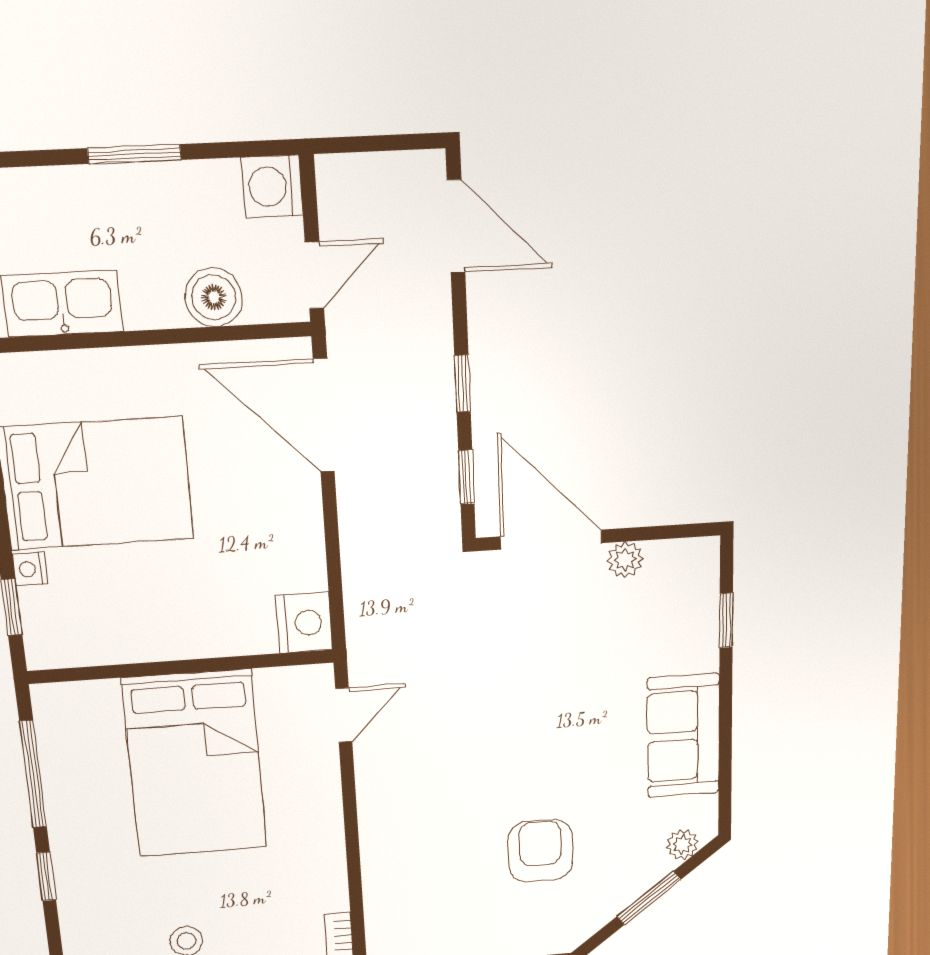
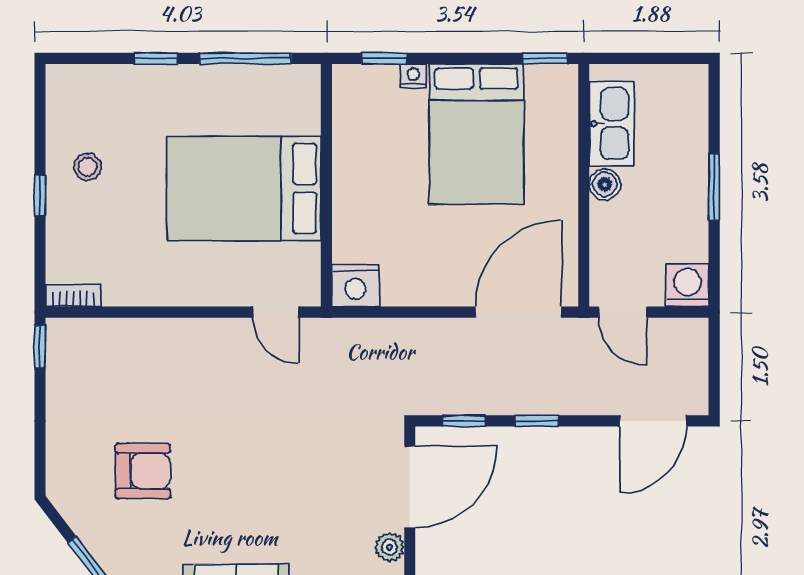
boiler: (214, 297) -> (605, 184), moved, width x0.73, depth x0.73

